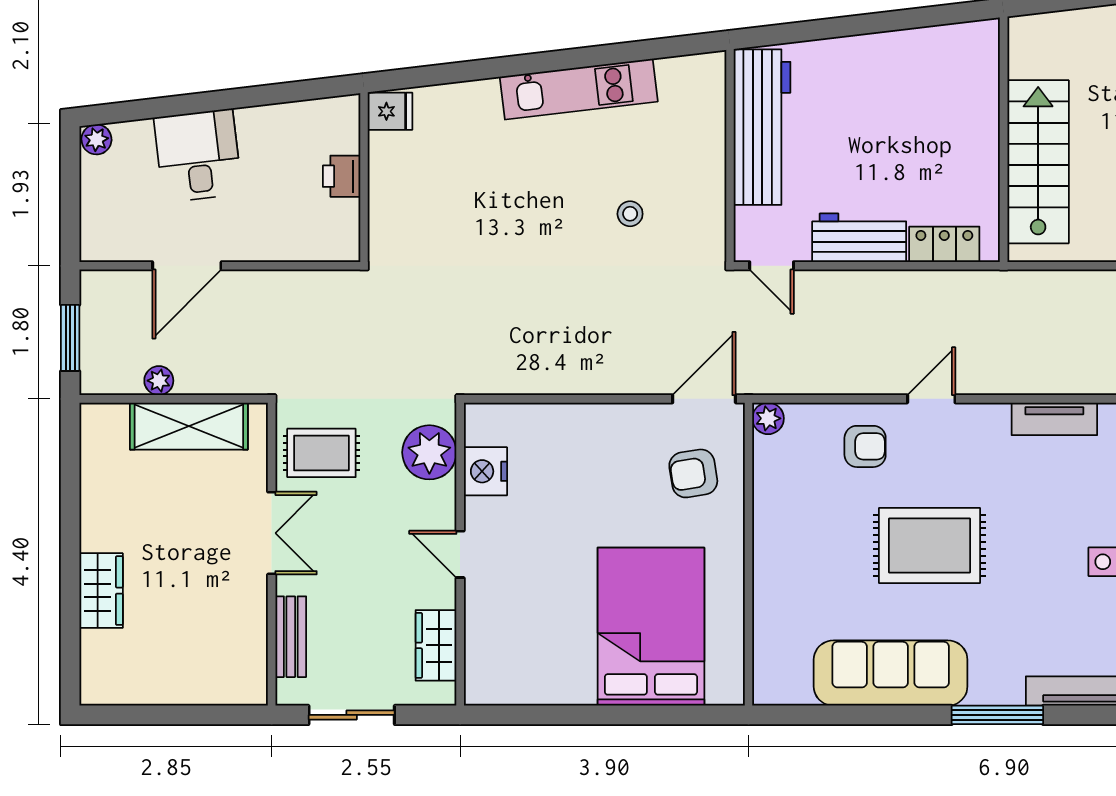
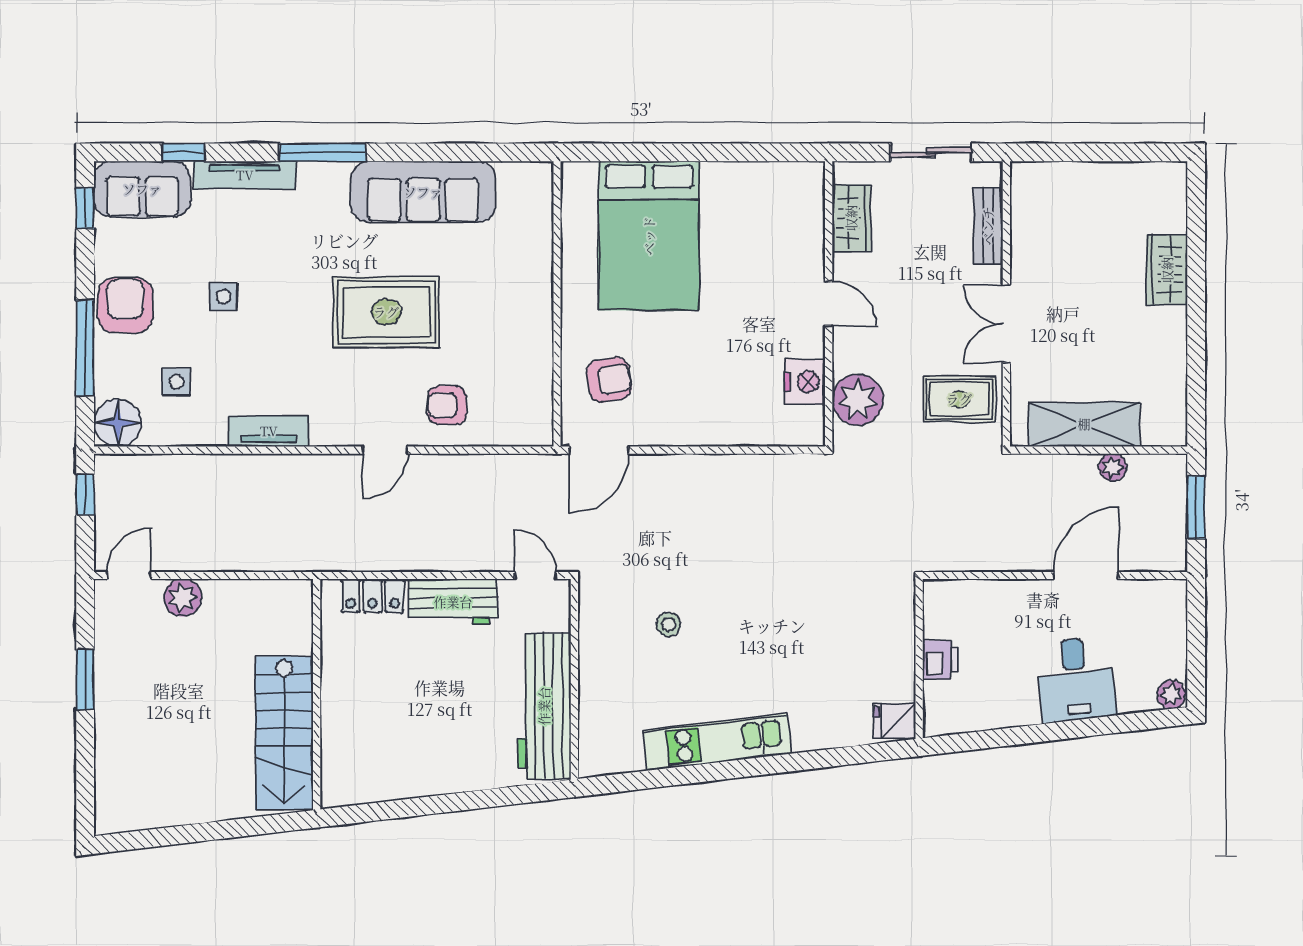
stairs: (1038, 162) -> (284, 733), moved
plant: (768, 418) -> (539, 432), removed

